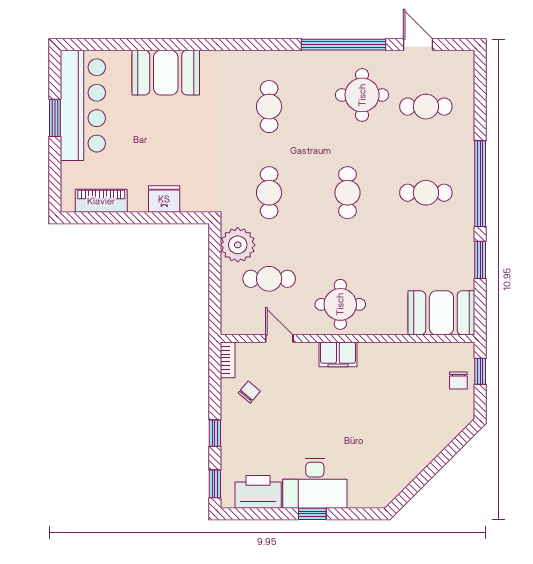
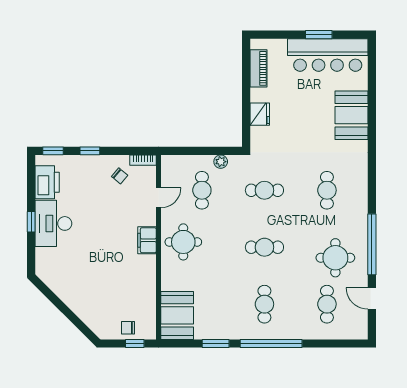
door: (418, 45) -> (372, 298), swing flipped
cafe table: (269, 107) -> (327, 190), turned 90
plant: (238, 245) -> (221, 162), width x0.53, depth x0.53

